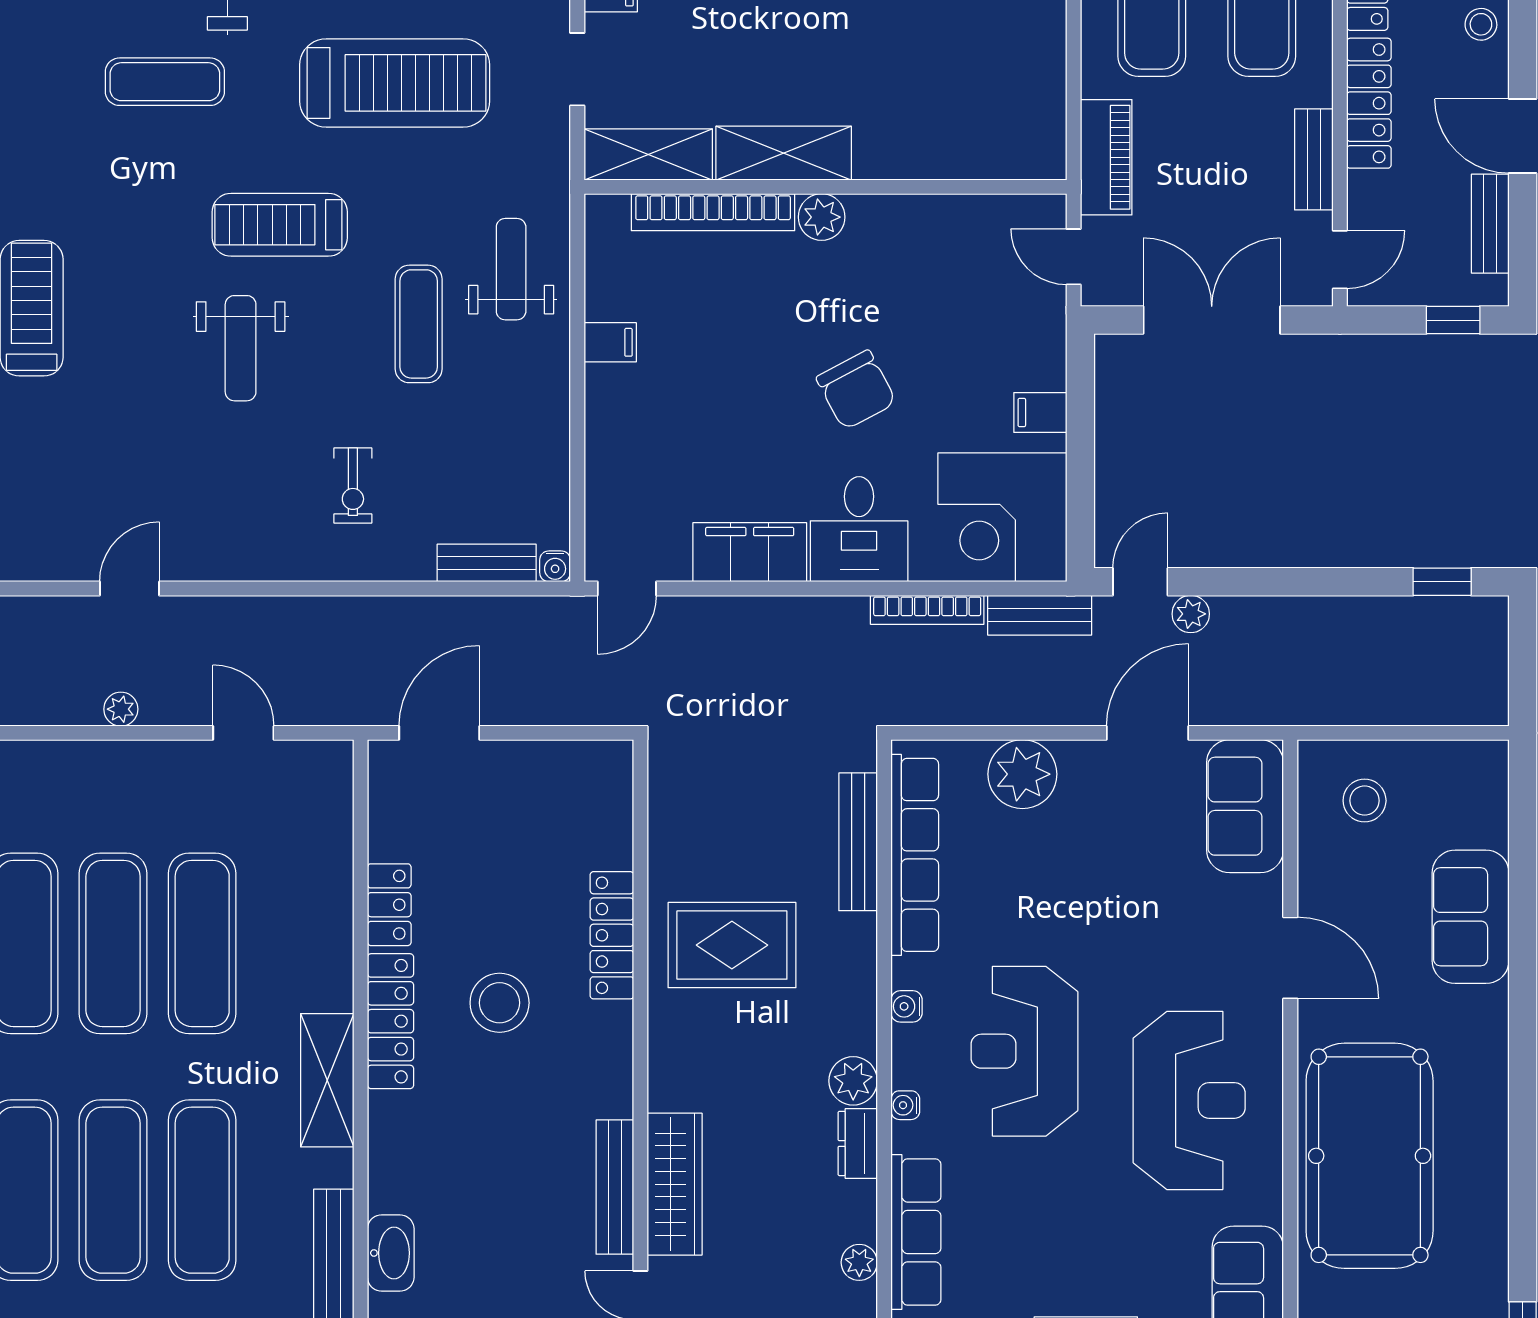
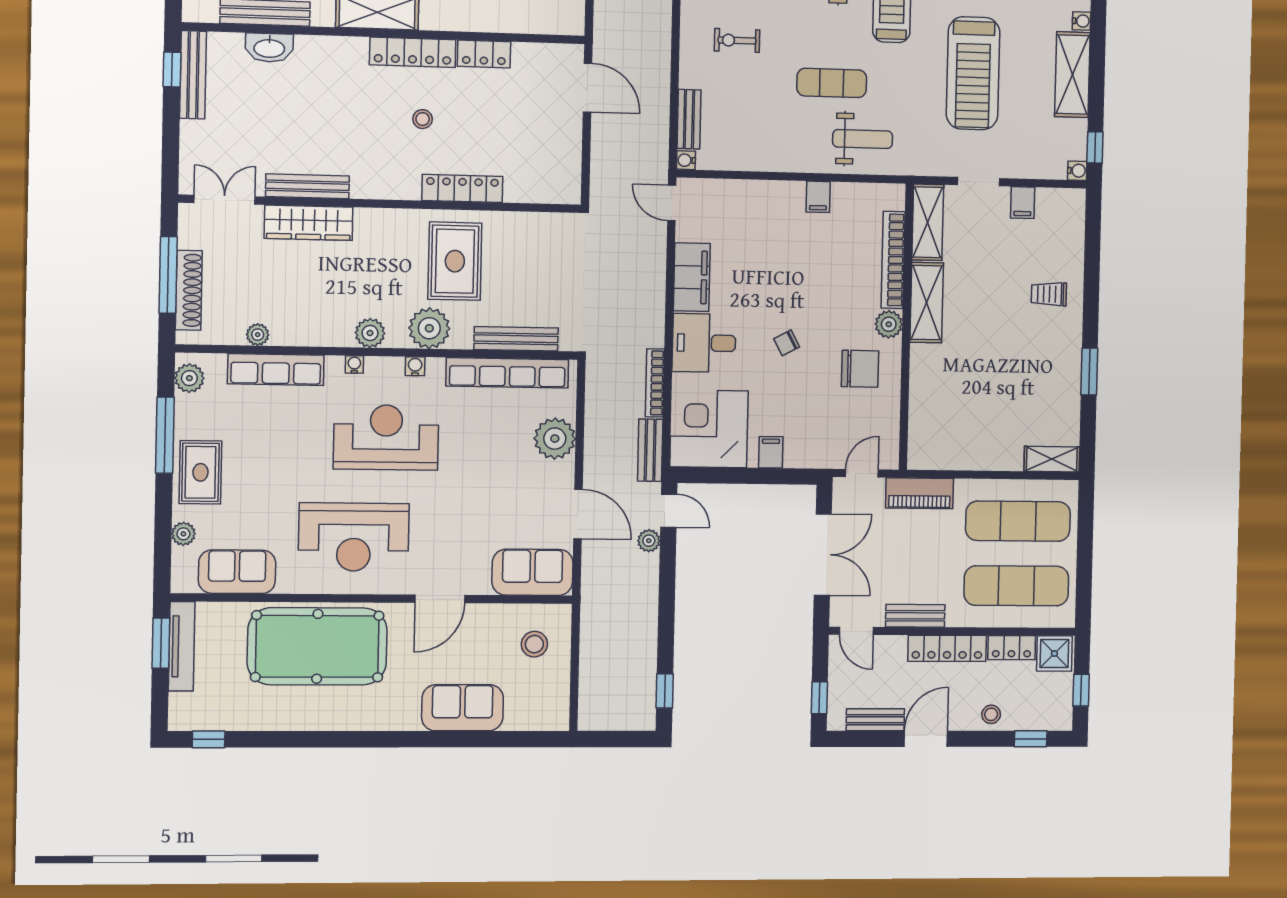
chair: (898, 264) -> (860, 369), added
chair: (856, 390) -> (787, 343), width x0.54, depth x0.54
plant: (844, 984) -> (429, 328), added
stool: (500, 1003) -> (423, 119), width x0.53, depth x0.53
dresser: (858, 1143) -> (331, 335), removed

